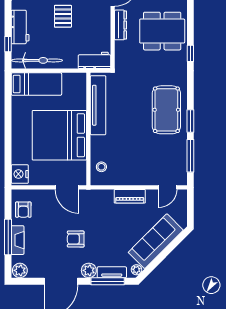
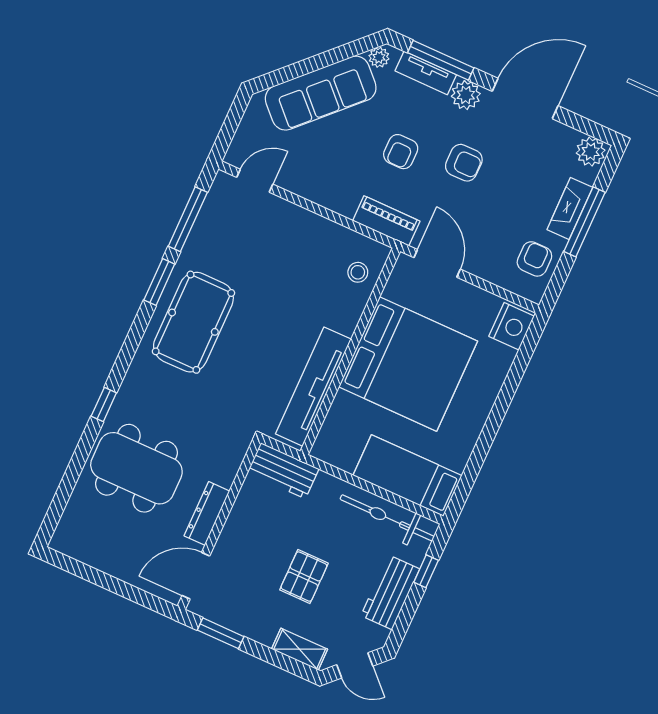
piano: (130, 196) -> (386, 221), moved
armchair: (107, 231) -> (401, 152), added

